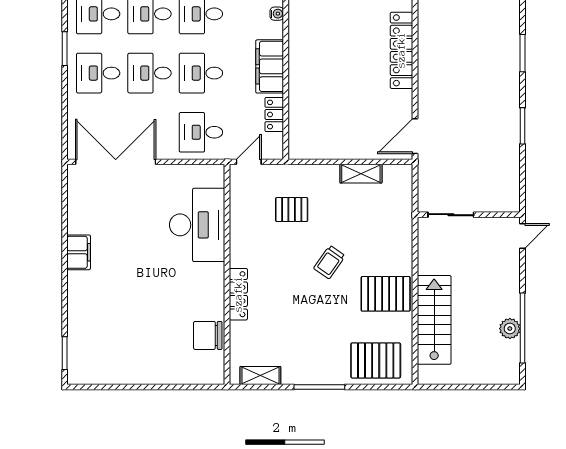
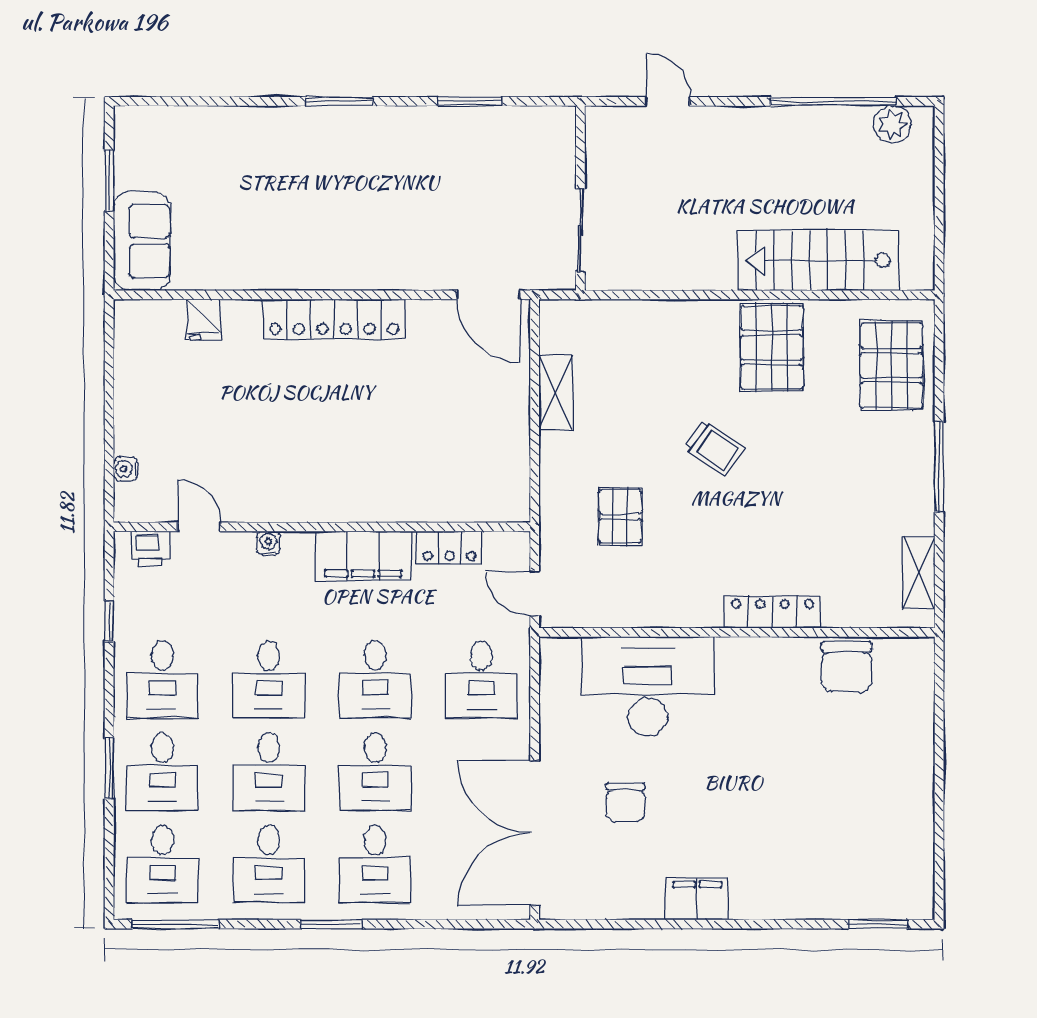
chair: (133, 212) -> (625, 802), added
sliding door: (451, 215) -> (580, 230), moved
wall: (469, 215) -> (580, 198), moved
plant: (510, 329) -> (892, 124), moved

